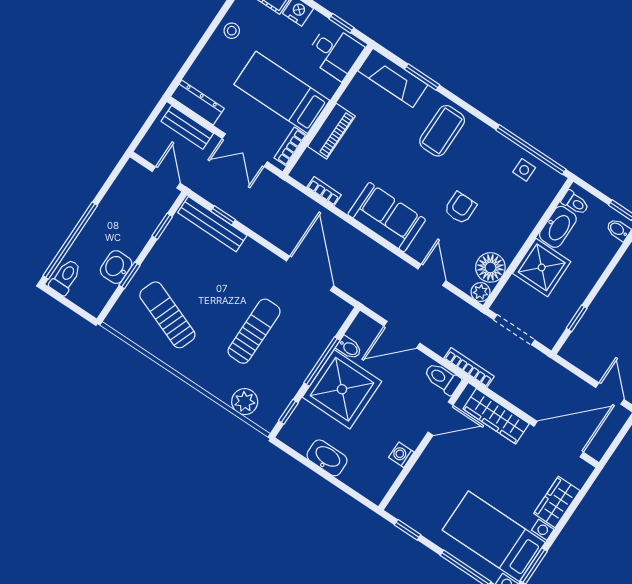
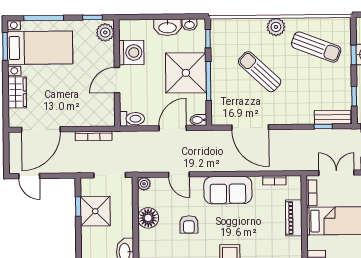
bench: (212, 224) -> (333, 117), width x0.73
floor lamp: (490, 267) -> (148, 218), moved
shower: (542, 267) -> (95, 211), moved
sun lounger: (254, 331) -> (260, 72), turned 133
bidet: (349, 348) -> (198, 120), moved
bookcase: (469, 367) -> (94, 136), moved
plant: (245, 402) -> (276, 27), moved
wardrobe: (496, 416) -> (86, 118), removed
door: (441, 419) -> (117, 80), moved
washbasin: (299, 443) -> (189, 25), added
washing machine: (401, 455) -> (131, 53), width x1.89, depth x1.89
plant: (405, 502) -> (105, 32), added

